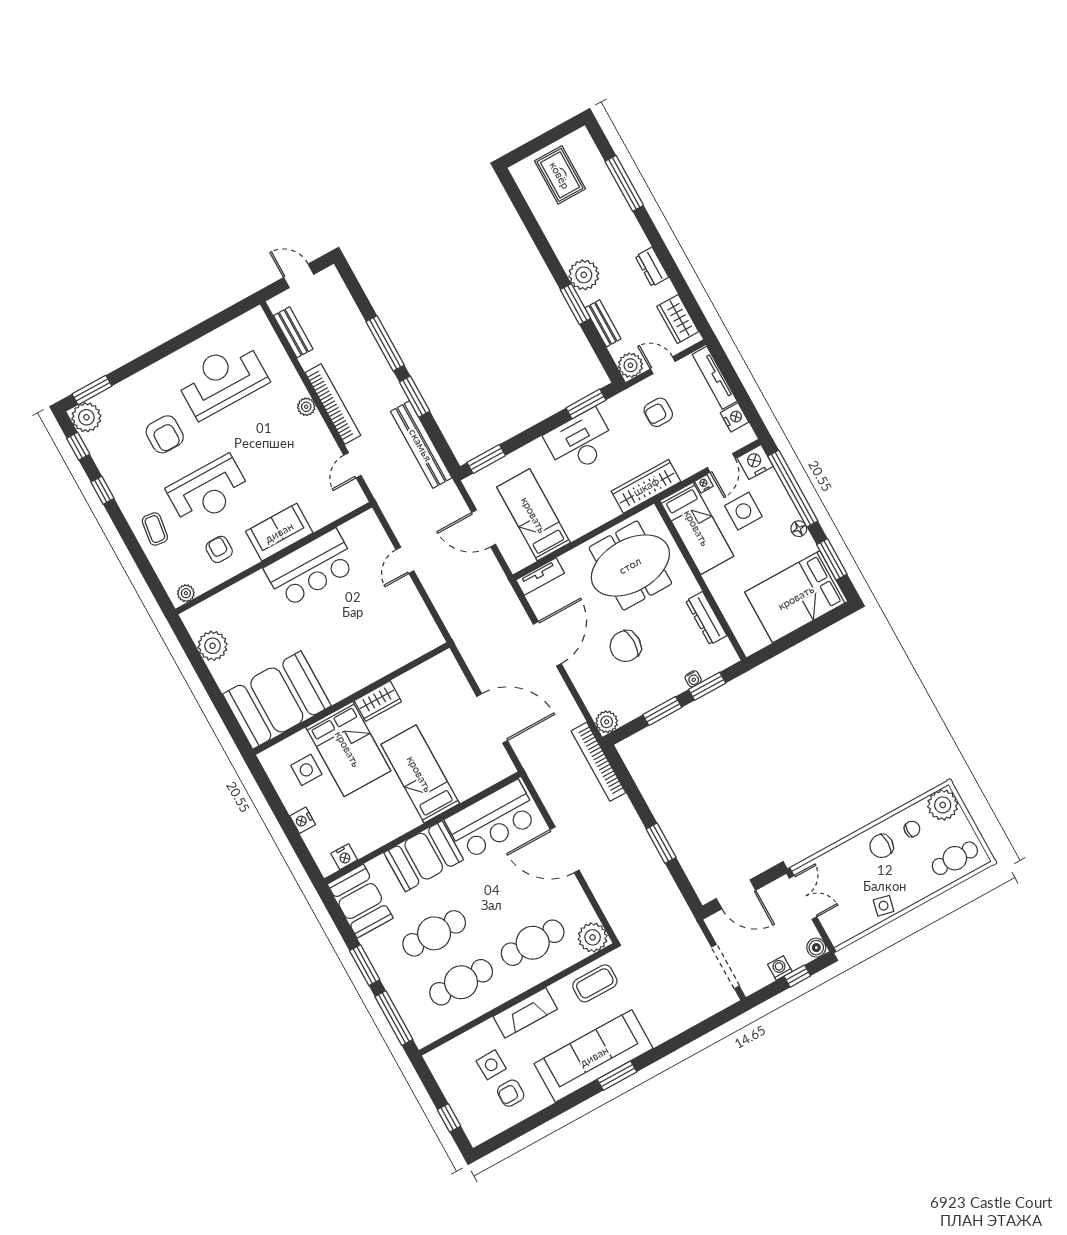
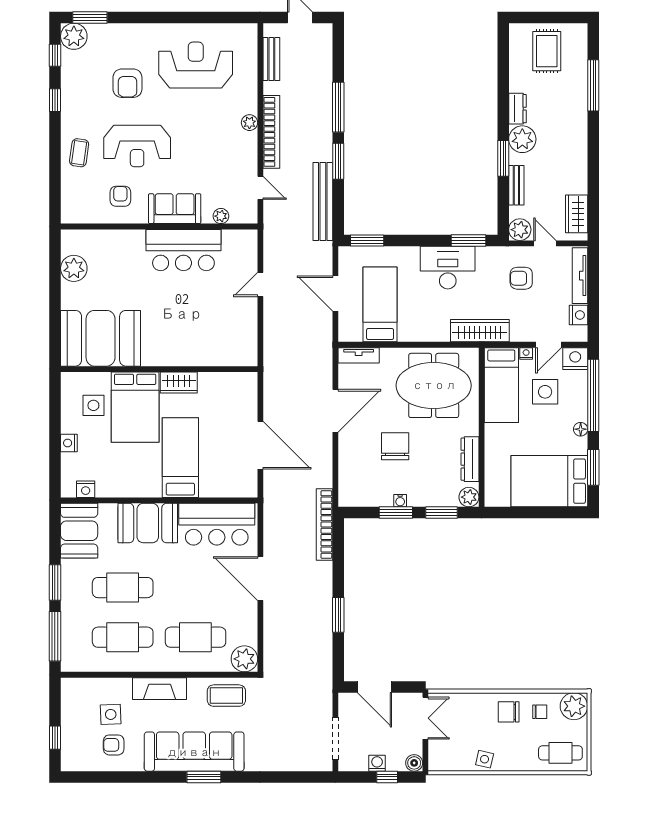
dresser: (652, 267) -> (517, 109), moved, turned 180
door: (352, 465) -> (260, 188), swing flipped
plant: (186, 593) -> (221, 216), moved
chair: (626, 646) -> (395, 446), turned 90
water cooler: (693, 679) -> (400, 501), moved
plant: (607, 722) -> (469, 497), moved

